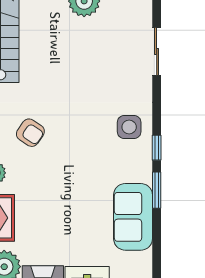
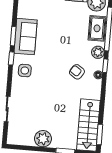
sofa: (133, 217) -> (26, 37), moved

